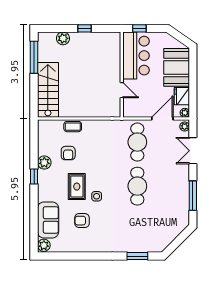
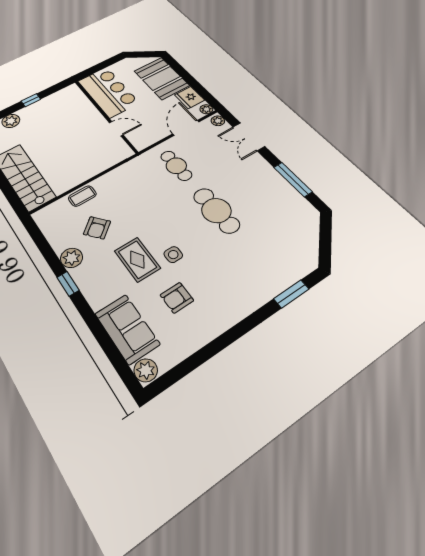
window: (139, 28) -> (94, 70), removed
cafe table: (137, 142) -> (176, 166), width x0.73, depth x0.74
armchair: (68, 153) -> (97, 228), turned 50

